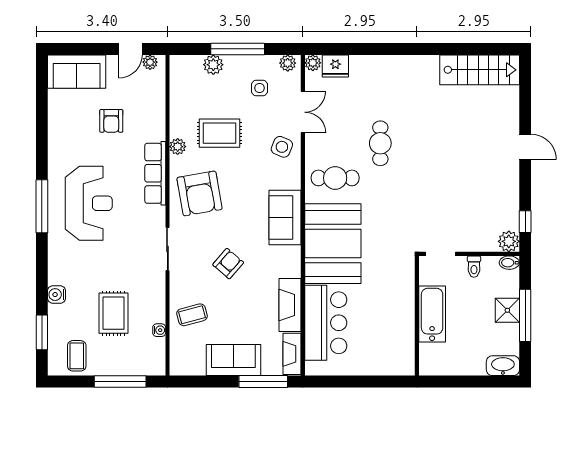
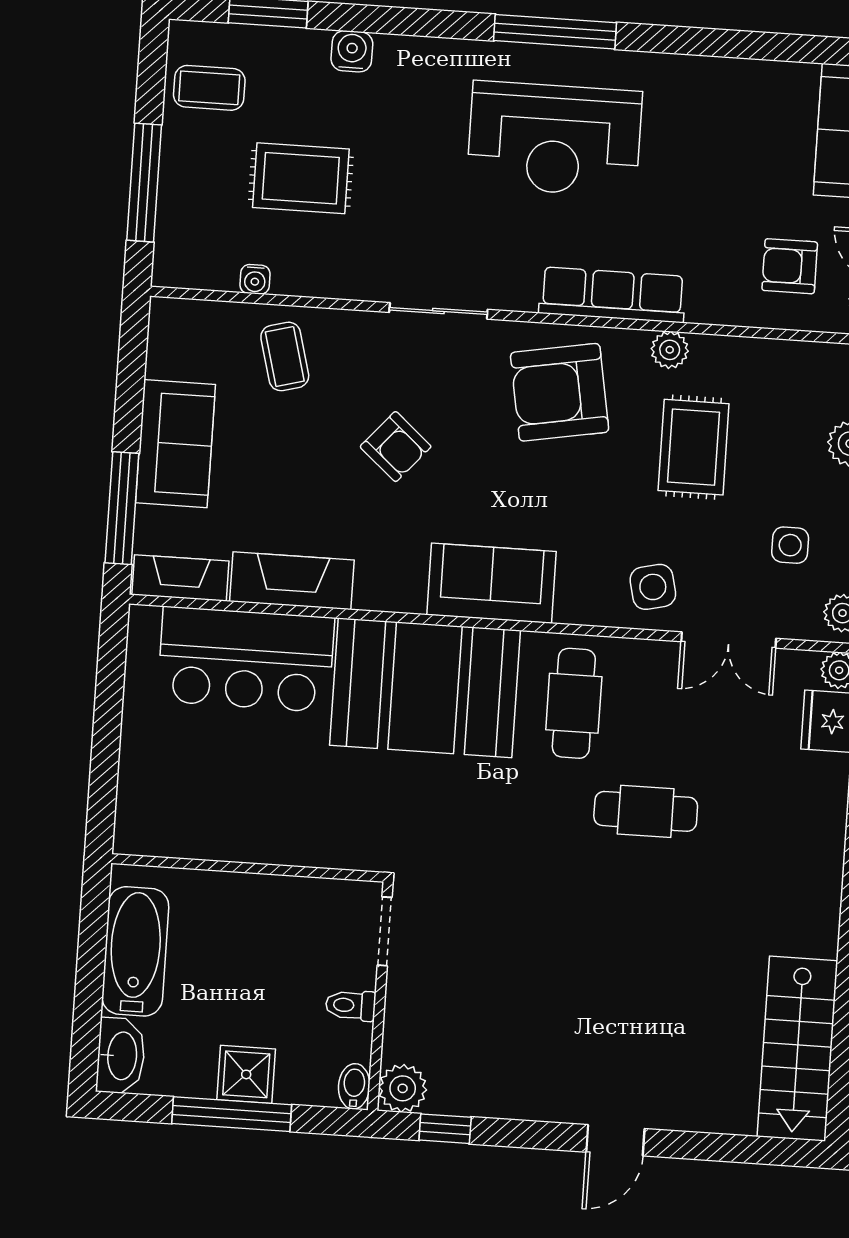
armchair: (111, 121) -> (790, 266), moved
side table: (282, 147) -> (653, 587), turned -36
bathtub: (432, 314) -> (135, 951), moved, turned -90

